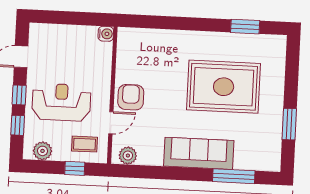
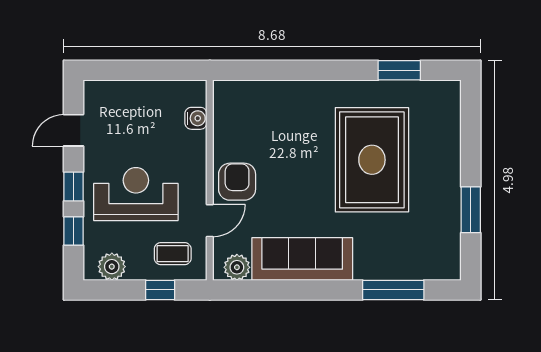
water cooler: (106, 34) -> (196, 118), moved
rug: (224, 87) -> (372, 160), turned 90
sofa: (199, 153) -> (302, 259), moved

